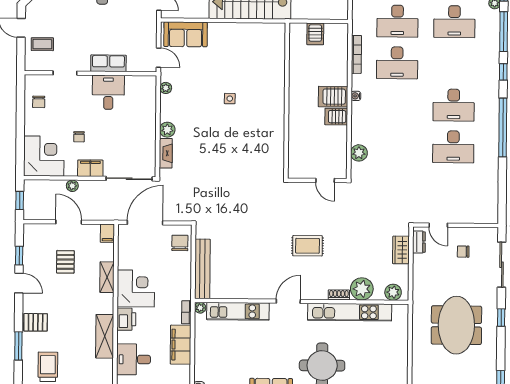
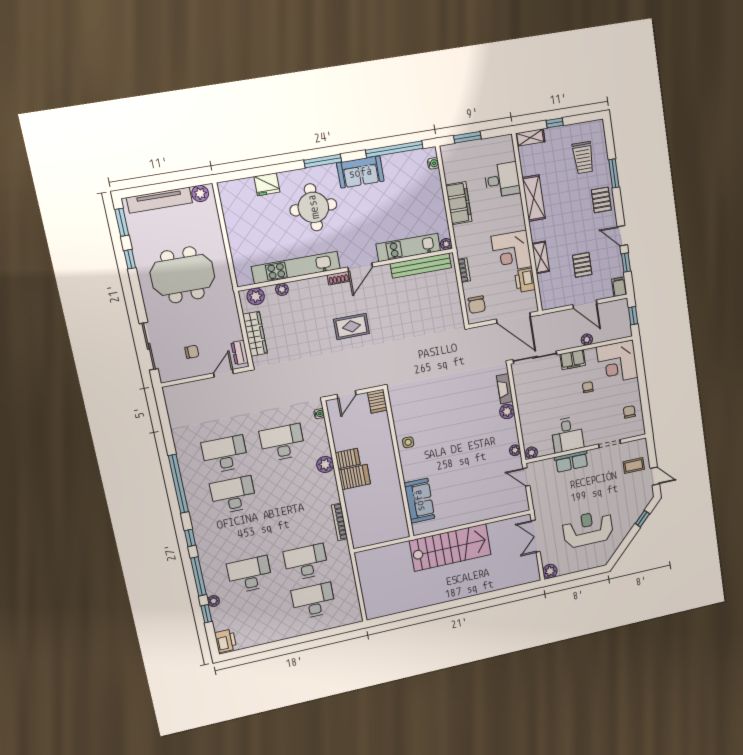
sofa: (186, 34) -> (419, 501), moved, turned 90
server rack: (315, 34) -> (377, 401), moved, turned 180
desk: (397, 63) -> (282, 443), moved
plant: (149, 82) -> (532, 453), added
water cooler: (356, 96) -> (319, 414), moved
side table: (230, 99) -> (408, 442), moved
plant: (359, 153) -> (325, 464), moved
door: (325, 180) -> (347, 395), swing flipped
door: (145, 223) -> (513, 318), hinge flipped
door: (438, 225) -> (223, 373), hinge flipped
filing cabinet: (107, 233) -> (619, 287), moved
wardrobe: (401, 250) -> (255, 334), width x1.50
bench: (202, 269) -> (421, 266), moved, turned 90
plant: (362, 289) -> (282, 289), width x0.53, depth x0.53
shoe rack: (339, 295) -> (339, 278), moved
bookcase: (186, 312) -> (464, 270), moved
window: (501, 318) -> (130, 259), moved
printer: (126, 319) -> (525, 280), moved
pallet: (36, 322) -> (601, 200), turned 90
meeting table: (456, 325) -> (182, 275), turned 90

